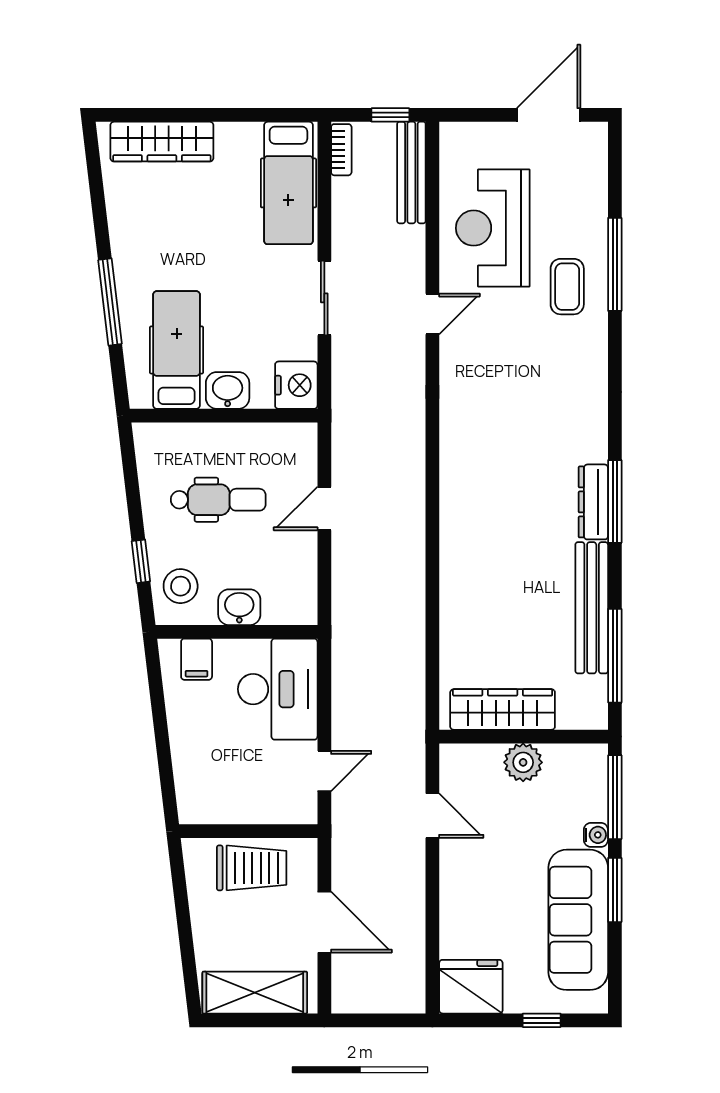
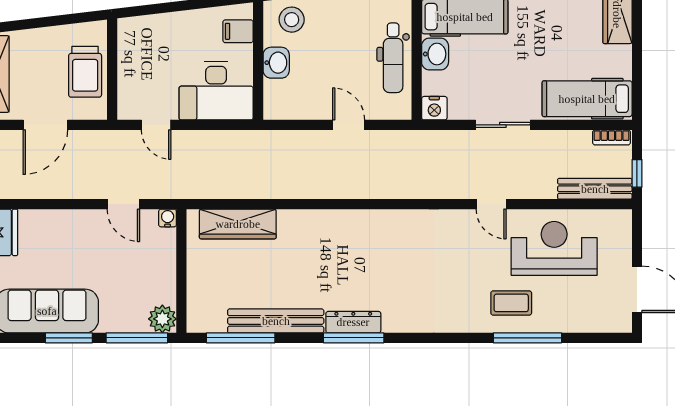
nightstand: (296, 385) -> (434, 108), width x0.74, depth x0.75
dental chair: (218, 500) -> (393, 58), moved
wardrobe: (503, 709) -> (238, 224), moved, turned 90
plant: (523, 762) -> (162, 319), moved
door: (432, 816) -> (123, 204), hinge flipped
water cooler: (596, 835) -> (168, 218), moved, turned 180

